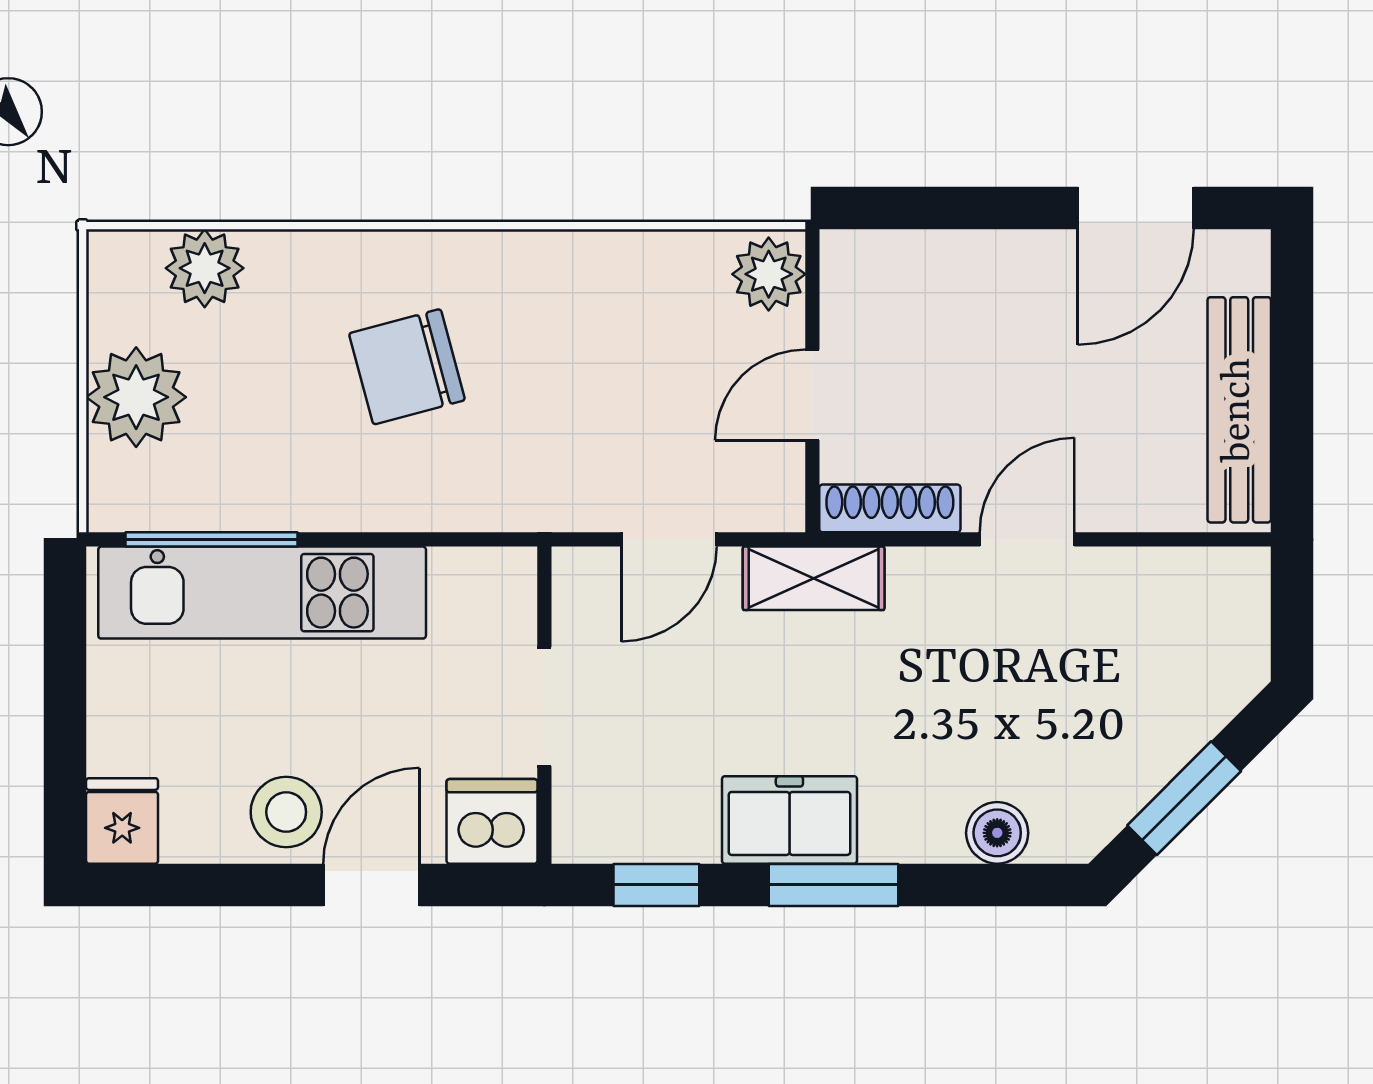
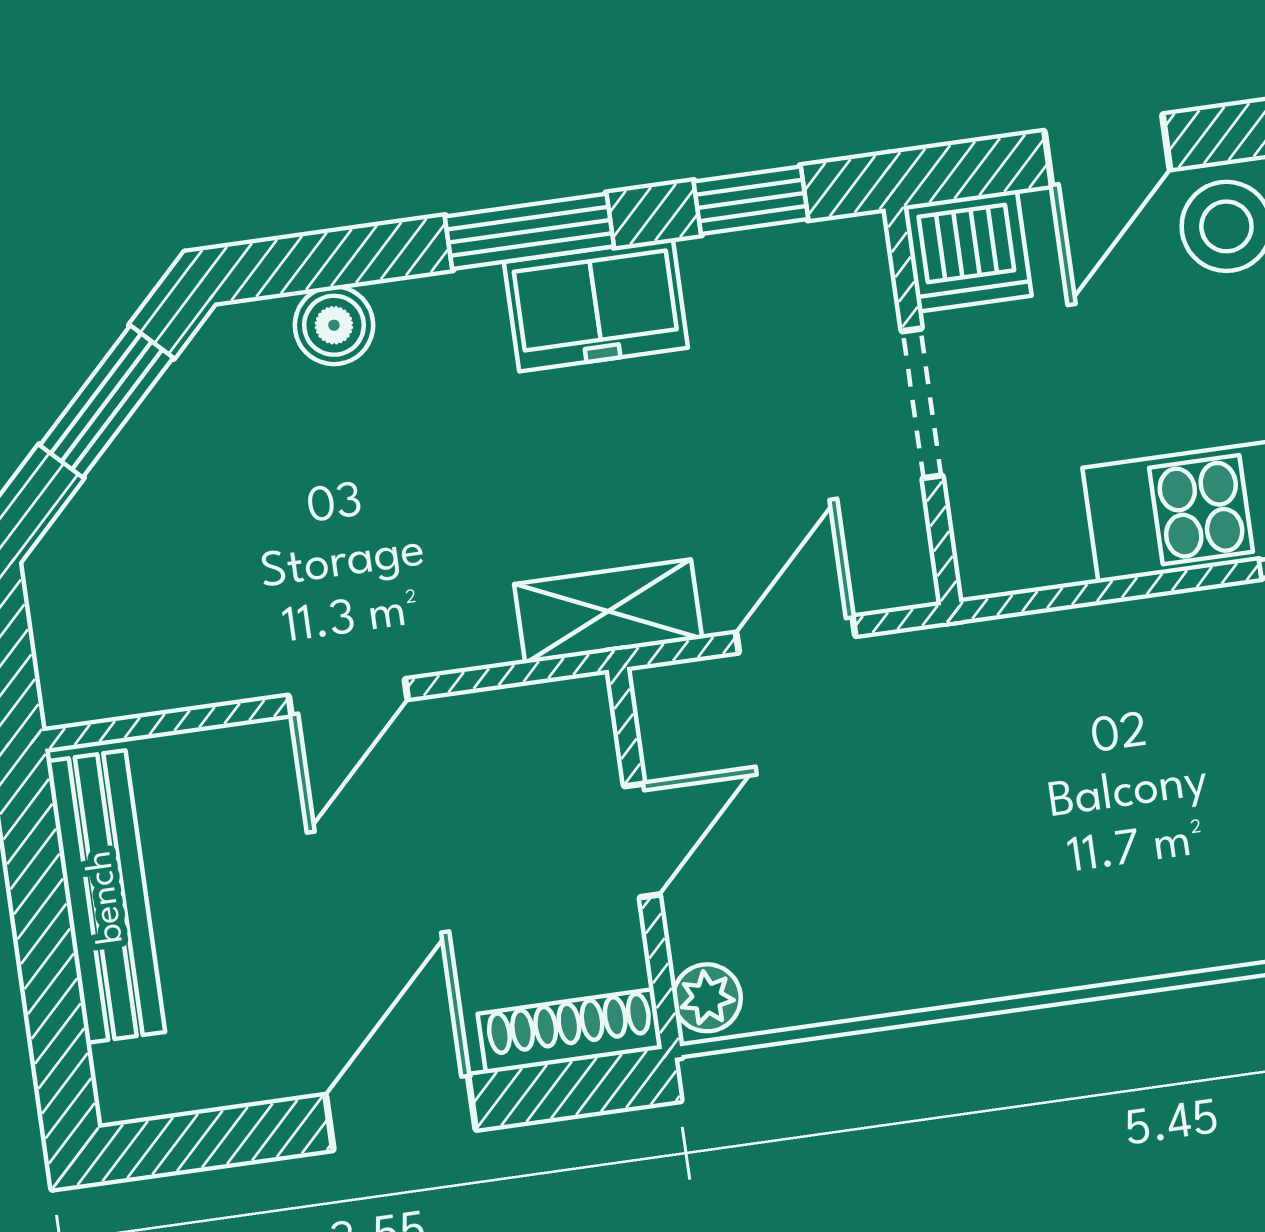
door: (1136, 208) -> (401, 1112), moved
plant: (769, 274) -> (707, 998), width x0.73, depth x0.73
chair: (407, 367) -> (1154, 804), removed
shoe rack: (890, 508) -> (570, 1031), moved, turned 180

